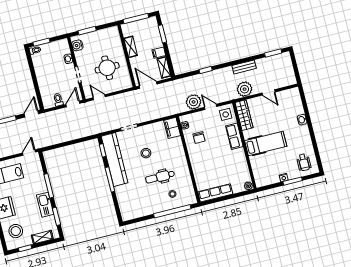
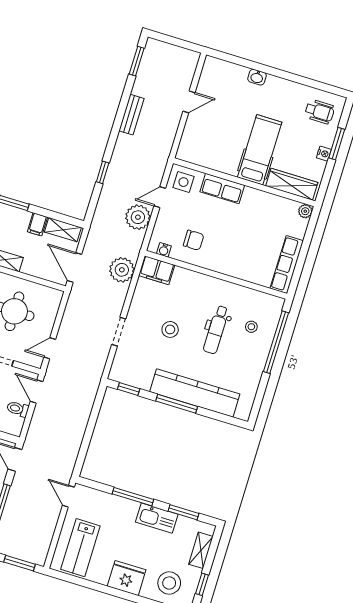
door: (148, 85) -> (74, 267), hinge flipped
plant: (245, 89) -> (122, 270), moved
wardrobe: (244, 115) -> (292, 184), moved
kitchen counter: (115, 159) -> (195, 393), moved

